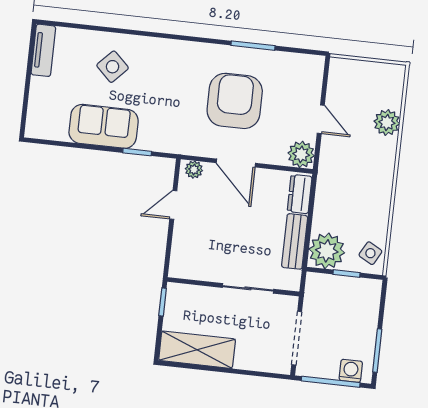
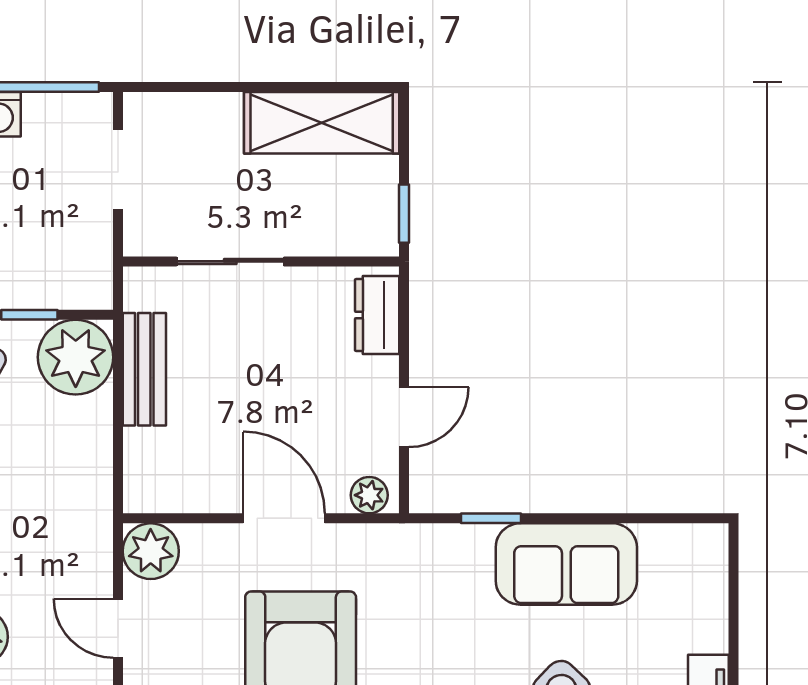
dresser: (300, 194) -> (377, 315), moved, turned 180
doorway: (297, 338) -> (118, 169), width x0.73

